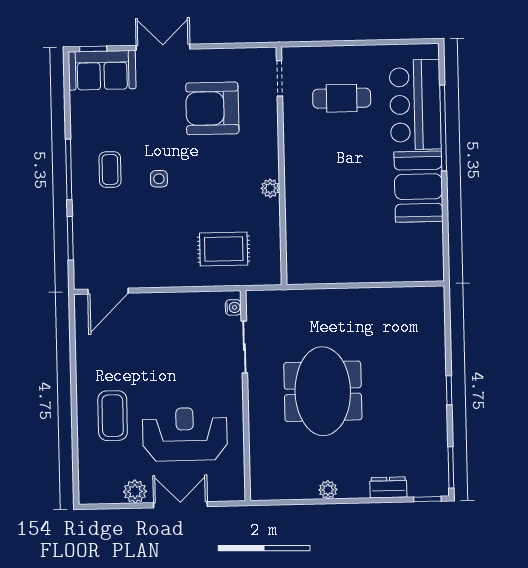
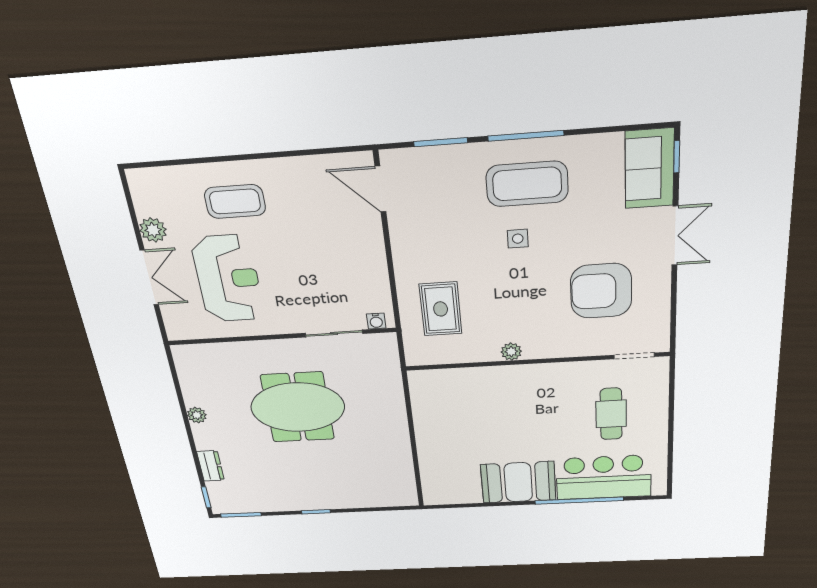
armchair: (212, 108) -> (601, 291), turned -90
coffee table: (110, 170) -> (527, 184), width x1.86, depth x1.72

